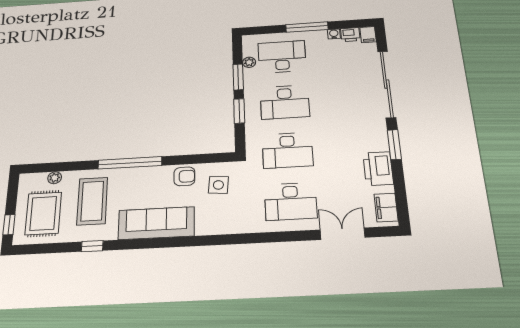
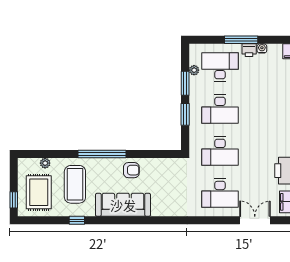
printer: (350, 35) -> (249, 50), moved
armchair: (184, 176) -> (131, 170), moved
side table: (218, 185) -> (168, 177), removed

